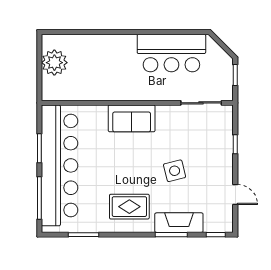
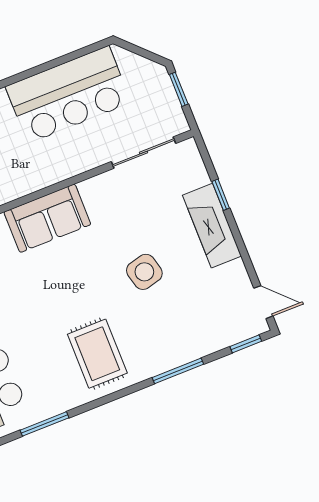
door: (235, 195) -> (263, 302), moved
rug: (129, 207) -> (97, 354), turned 90
fireplace: (179, 223) -> (212, 226), moved, turned -90

